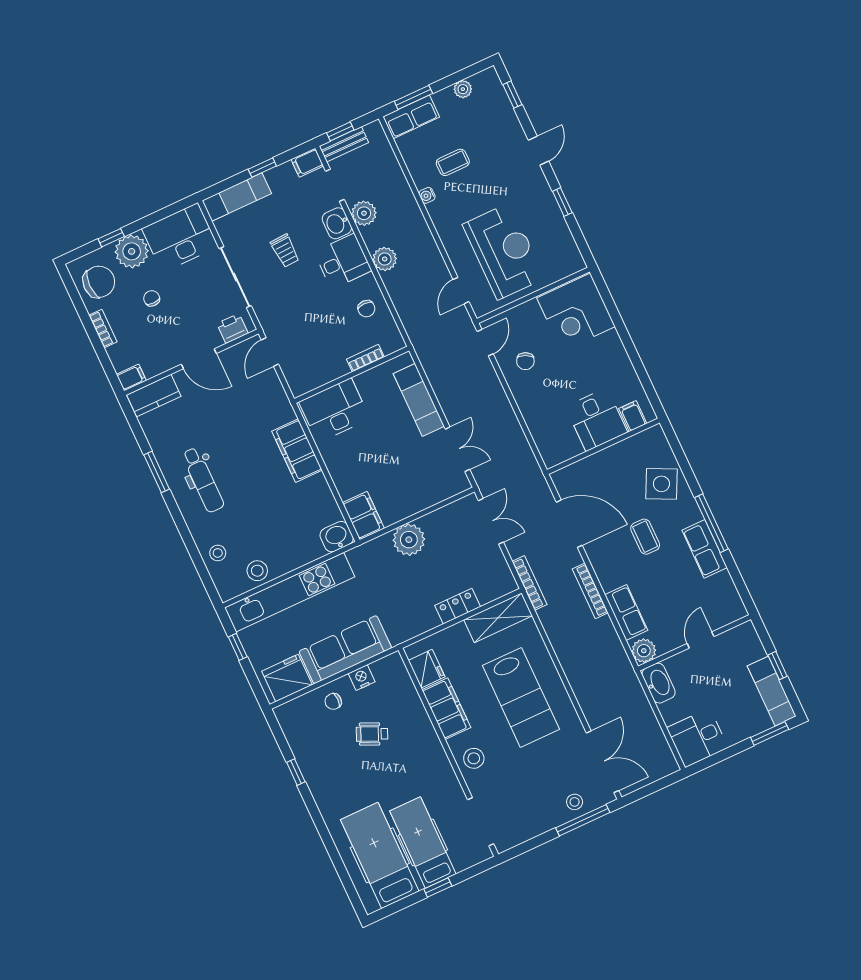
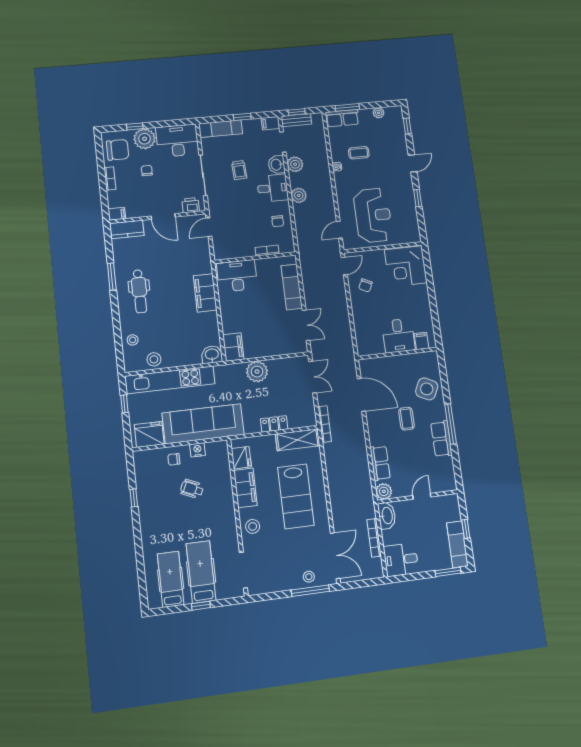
bookcase: (590, 591) -> (374, 538), moved
sofa: (345, 650) -> (203, 424), width x1.36, depth x1.27
hospital bed: (380, 855) -> (171, 579), width x0.73, depth x0.78

